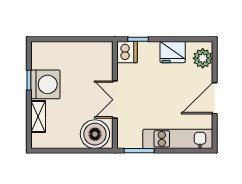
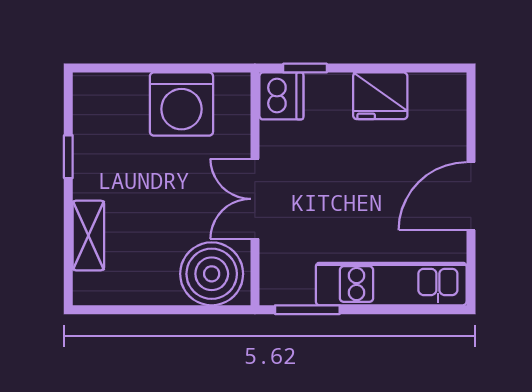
plant: (203, 58) -> (445, 109), removed
washing machine: (45, 84) -> (181, 104), moved, turned 90

